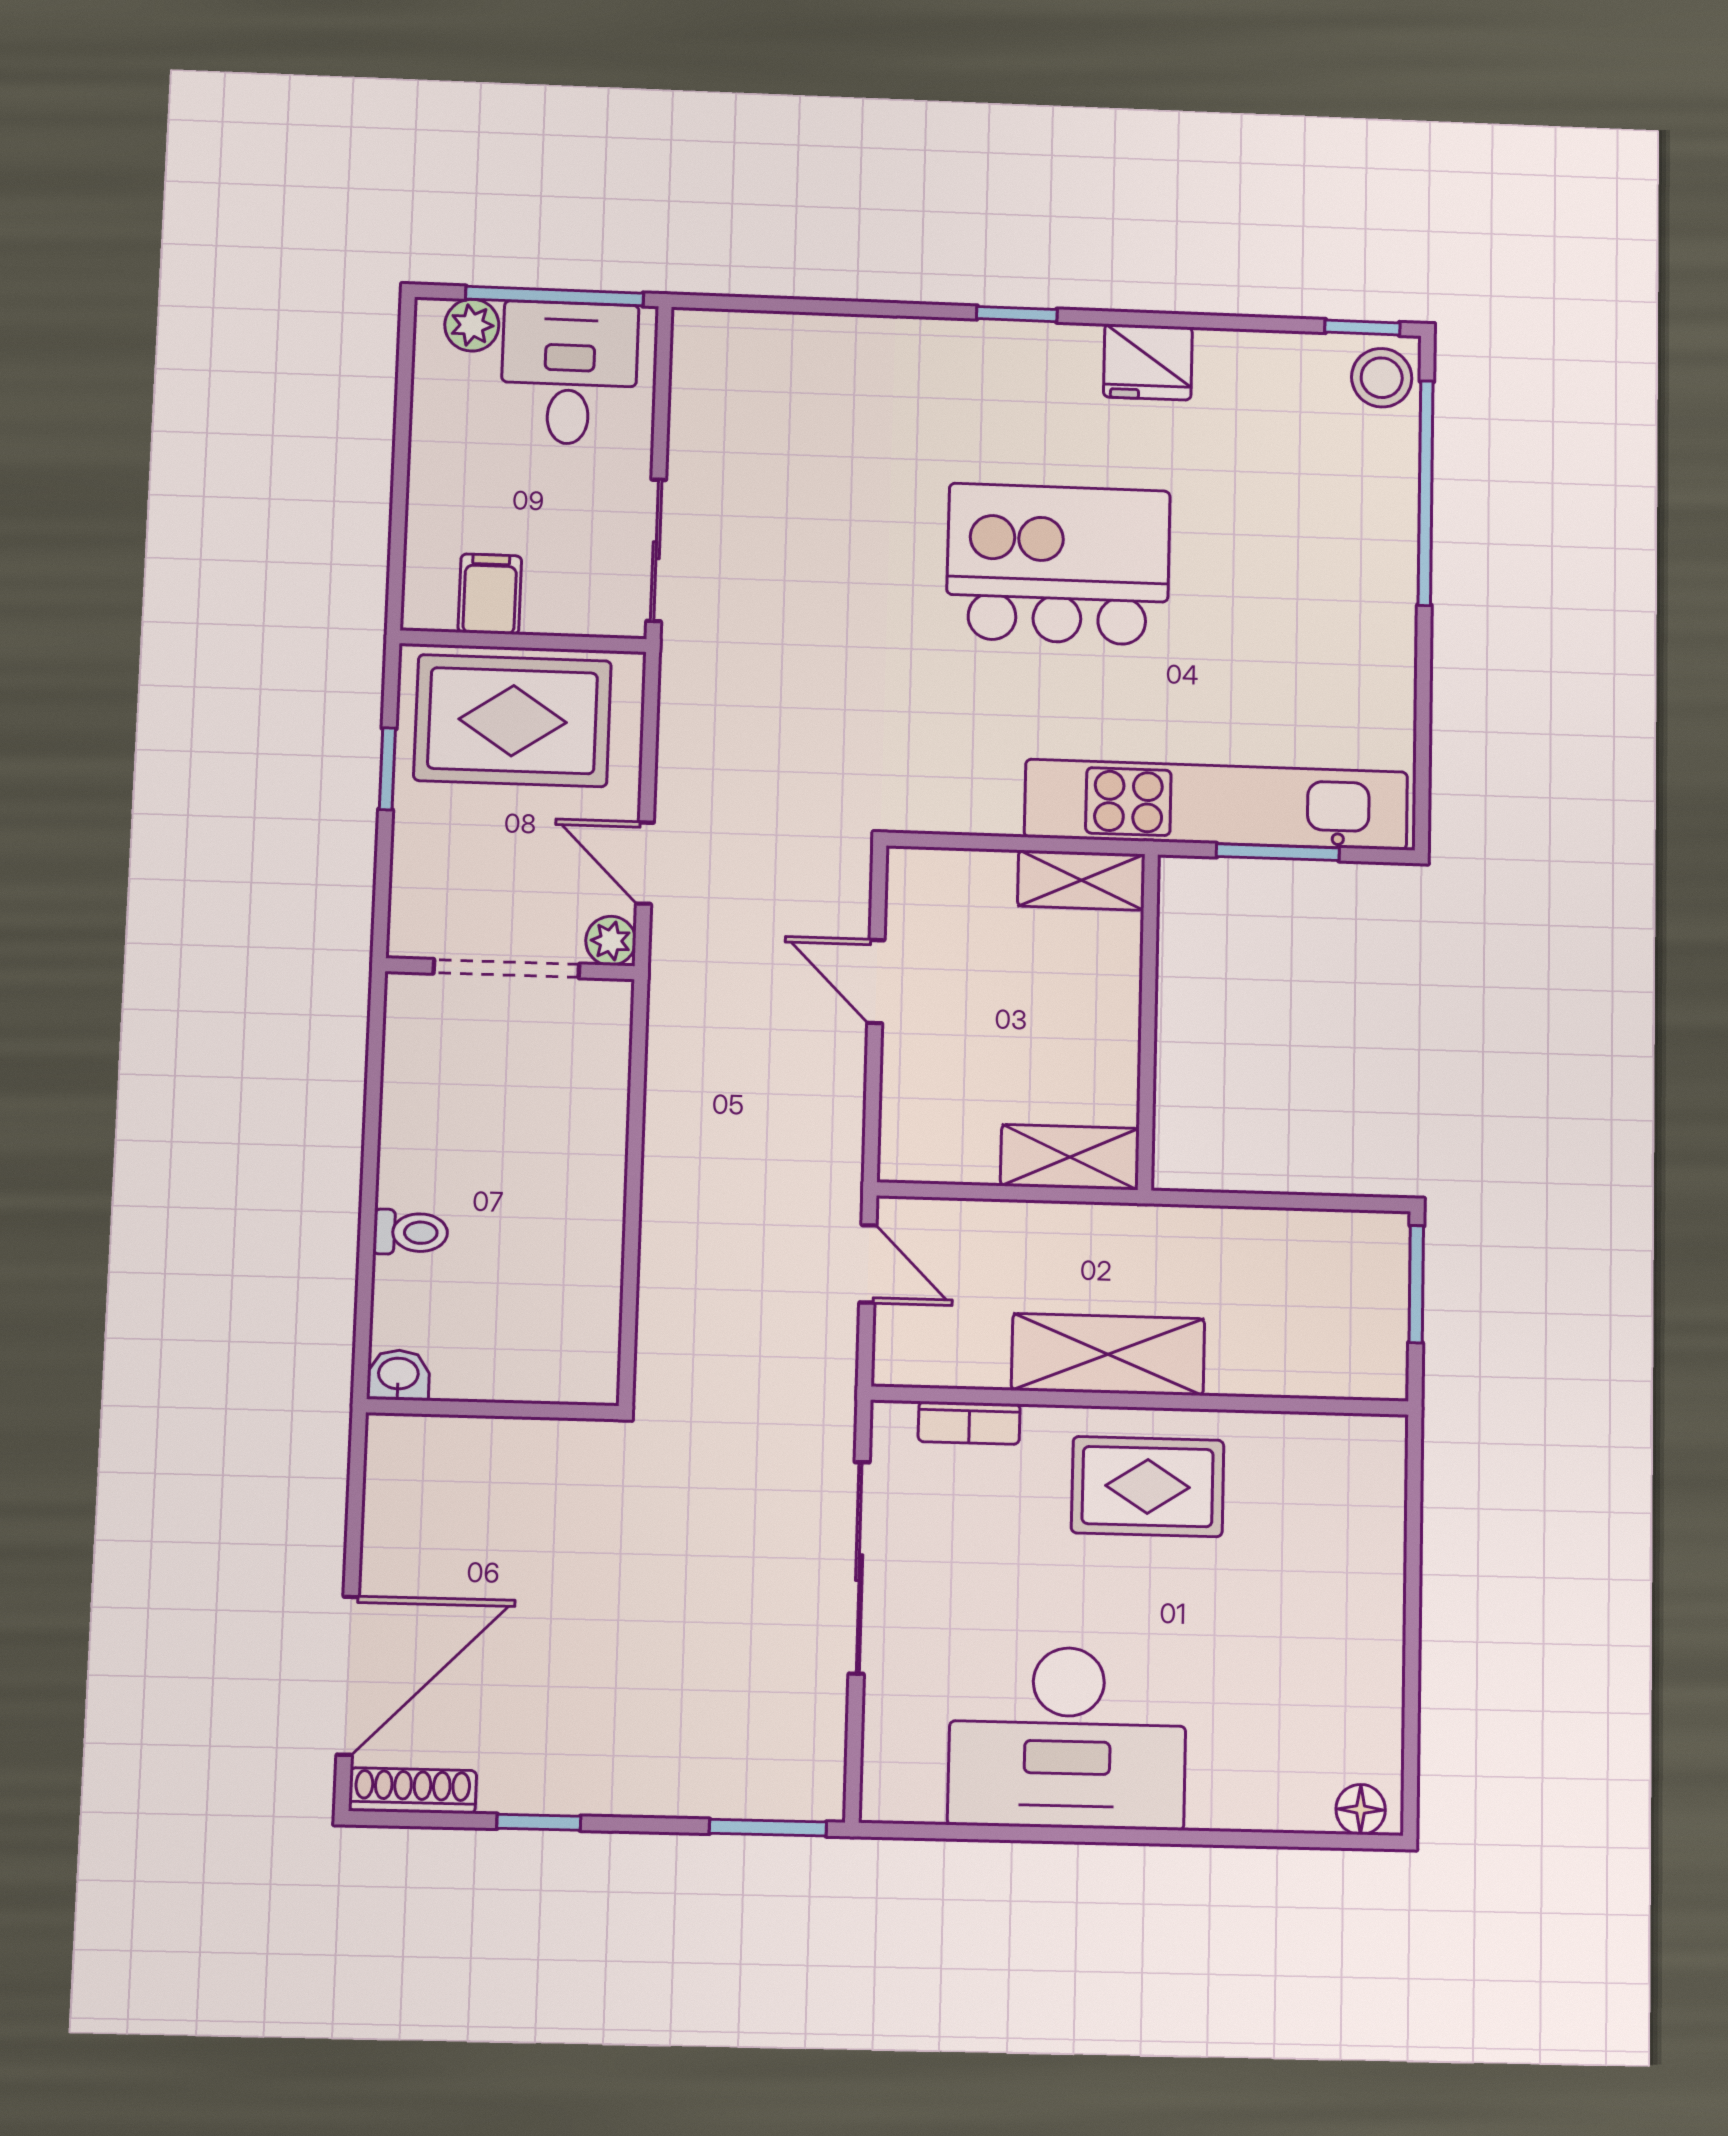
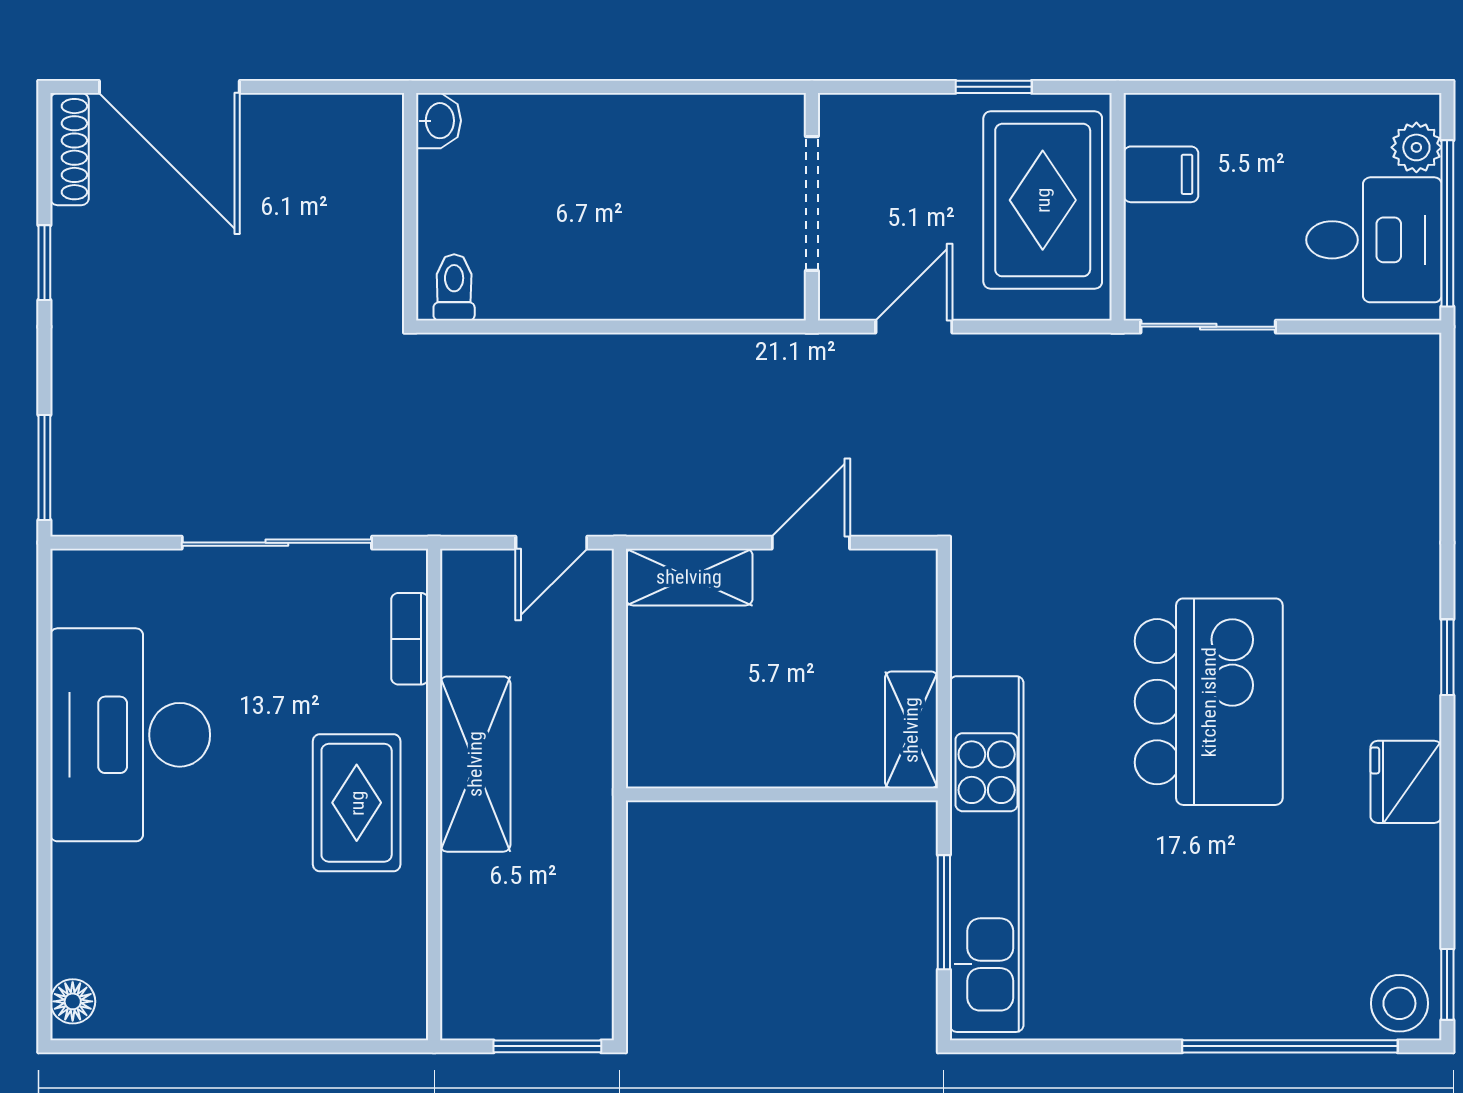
plant: (611, 941) -> (841, 298), removed
shelving: (1070, 1157) -> (689, 577), moved, turned 90
toilet: (411, 1232) -> (454, 287), moved, turned 180

